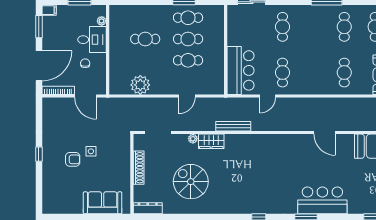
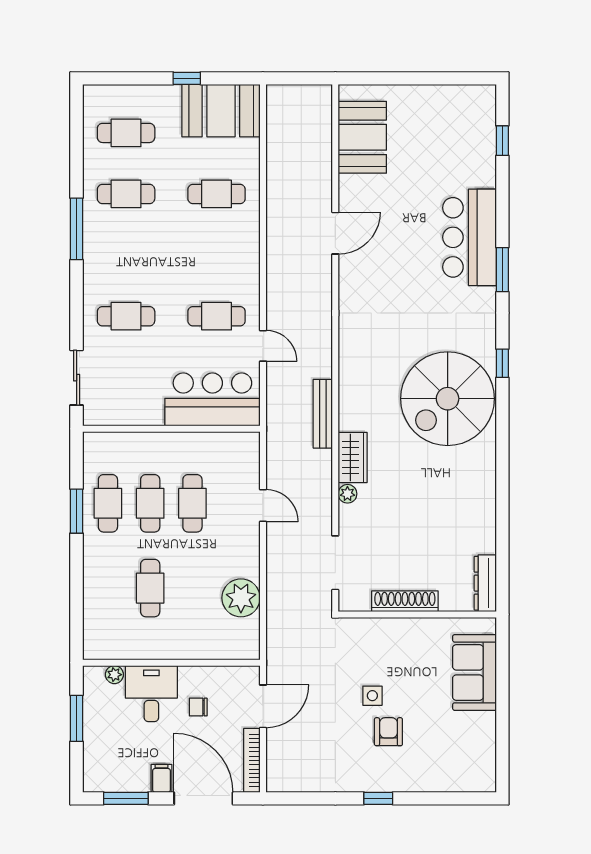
filing cabinet: (49, 10) -> (162, 778), moved
spiral stairs: (191, 182) -> (448, 399), moved, width x1.37, depth x1.37

